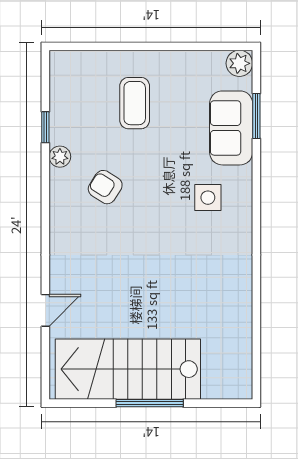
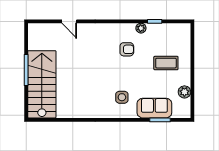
plant: (239, 63) -> (184, 92), moved
armchair: (105, 187) -> (127, 49), turned 58
stairs: (128, 369) -> (42, 84), moved

